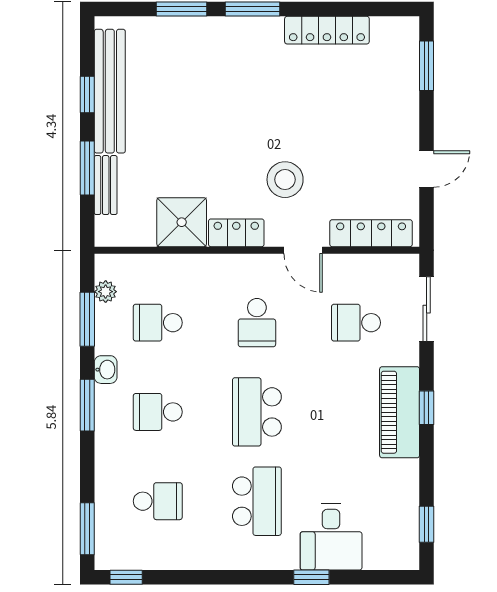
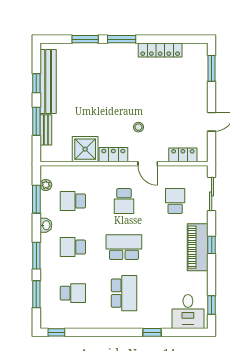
stool: (285, 180) -> (138, 127), width x0.53, depth x0.53
locker: (371, 233) -> (183, 155), width x0.66
school desk: (356, 323) -> (175, 201), turned 90
window: (87, 405) -> (36, 256), moved
school desk: (257, 412) -> (124, 247), turned 90
window: (87, 529) -> (36, 294), moved
desk: (331, 537) -> (188, 312), moved

